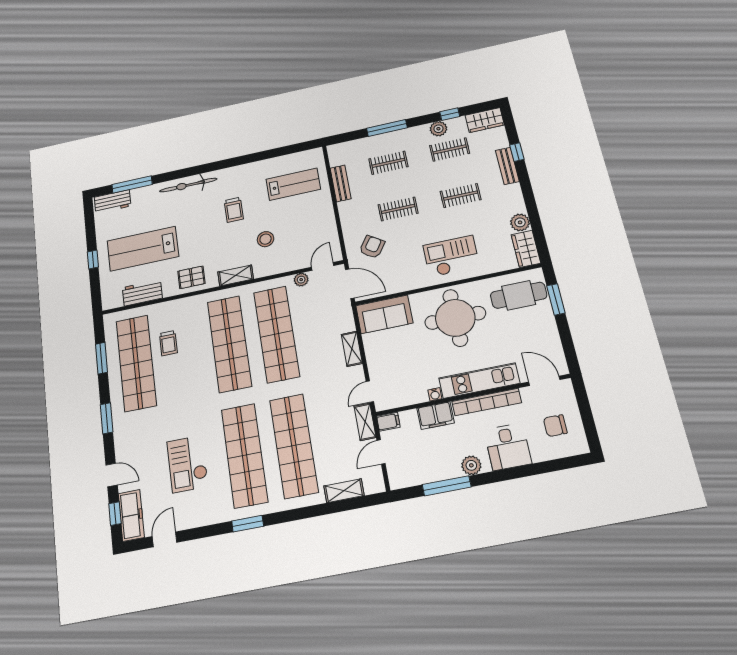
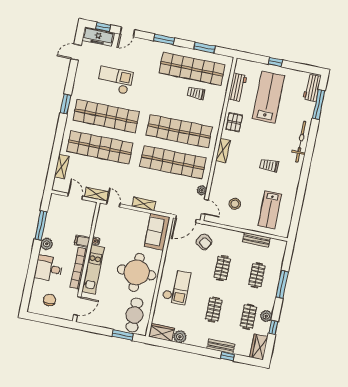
stool: (266, 239) -> (235, 204), moved
filing cabinet: (436, 416) -> (82, 241), width x0.50
filing cabinet: (388, 422) -> (91, 208), removed
door: (164, 539) -> (76, 52), swing flipped

